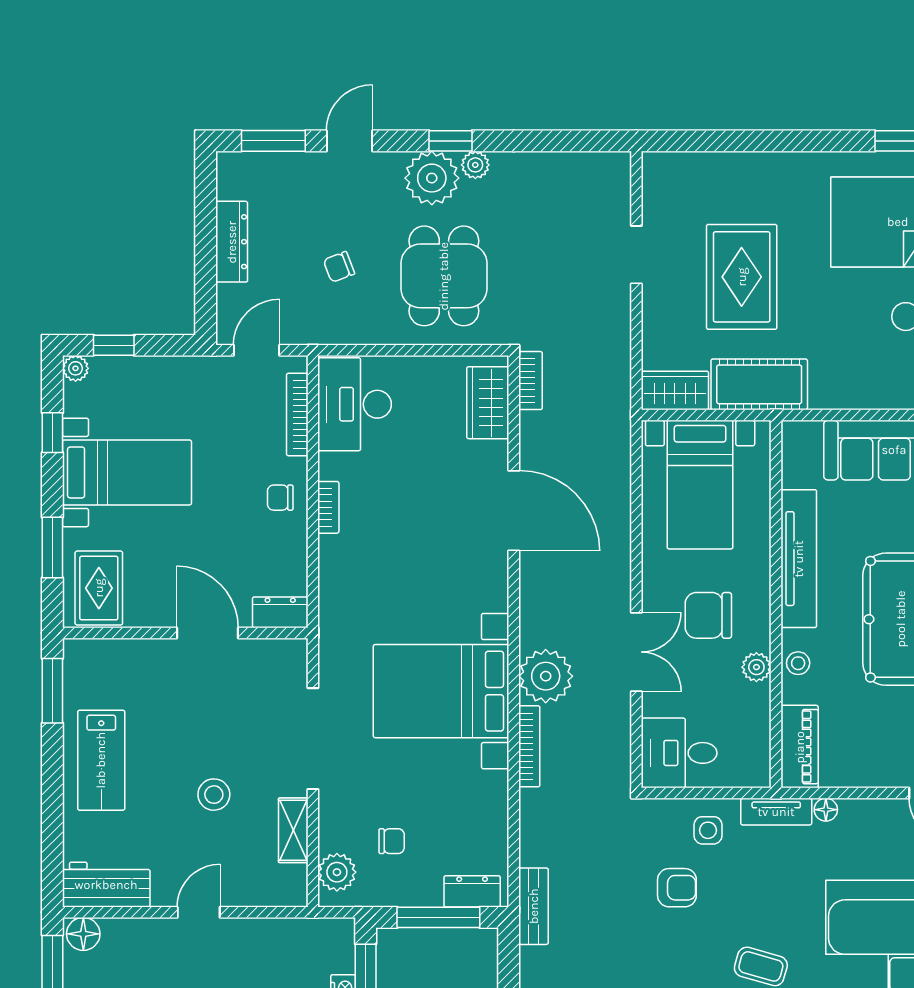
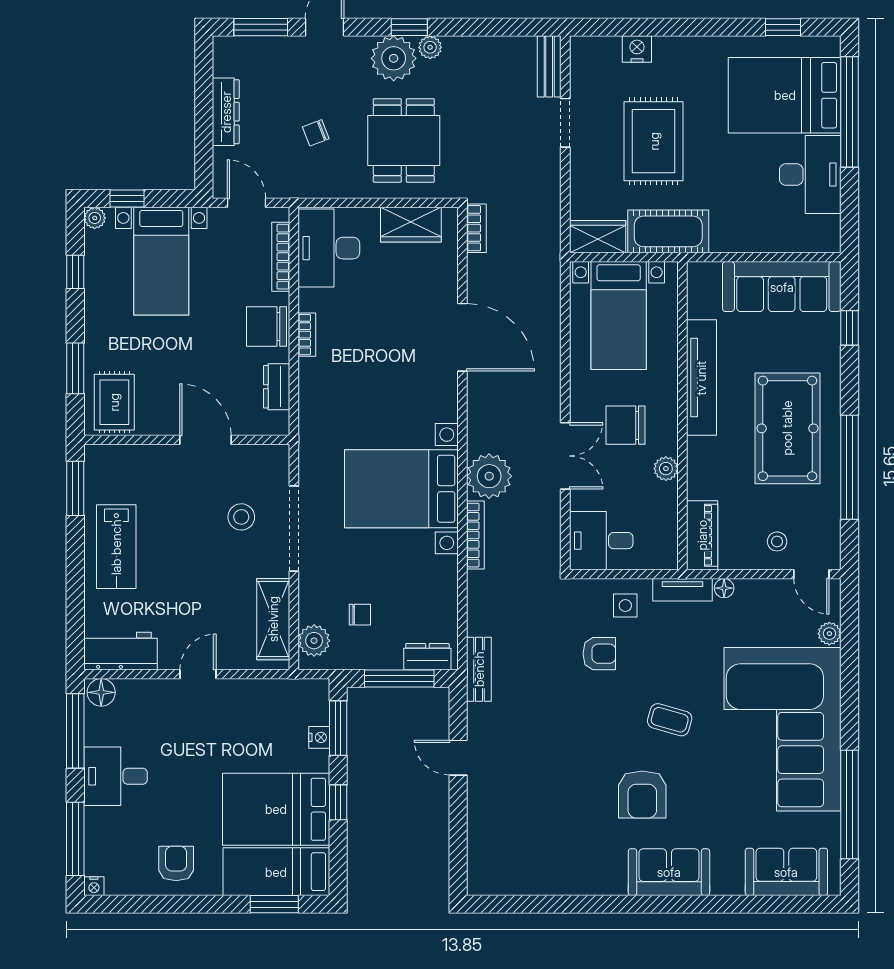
nightstand: (722, 167) -> (637, 49), added
bench: (617, 188) -> (549, 66), added
door: (256, 350) -> (247, 203), hinge flipped
wardrobe: (488, 403) -> (411, 225), moved, turned -90
bed with nightstands: (127, 472) -> (161, 261), moved, turned 90
chair: (280, 498) -> (266, 326), width x1.87, depth x1.87
dresser: (280, 612) -> (277, 387), moved, turned -90
stool: (798, 663) -> (777, 541), moved
stool: (214, 795) -> (241, 517), moved
shelving: (293, 830) -> (273, 619), width x1.50, depth x1.33

